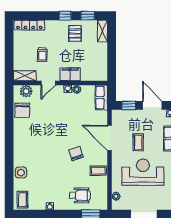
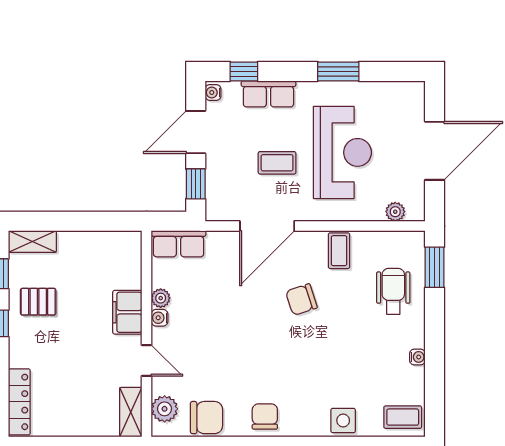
trolley: (42, 55) -> (84, 374), removed
chair: (23, 137) -> (265, 417), added
reception desk: (143, 172) -> (342, 152), turned 180

